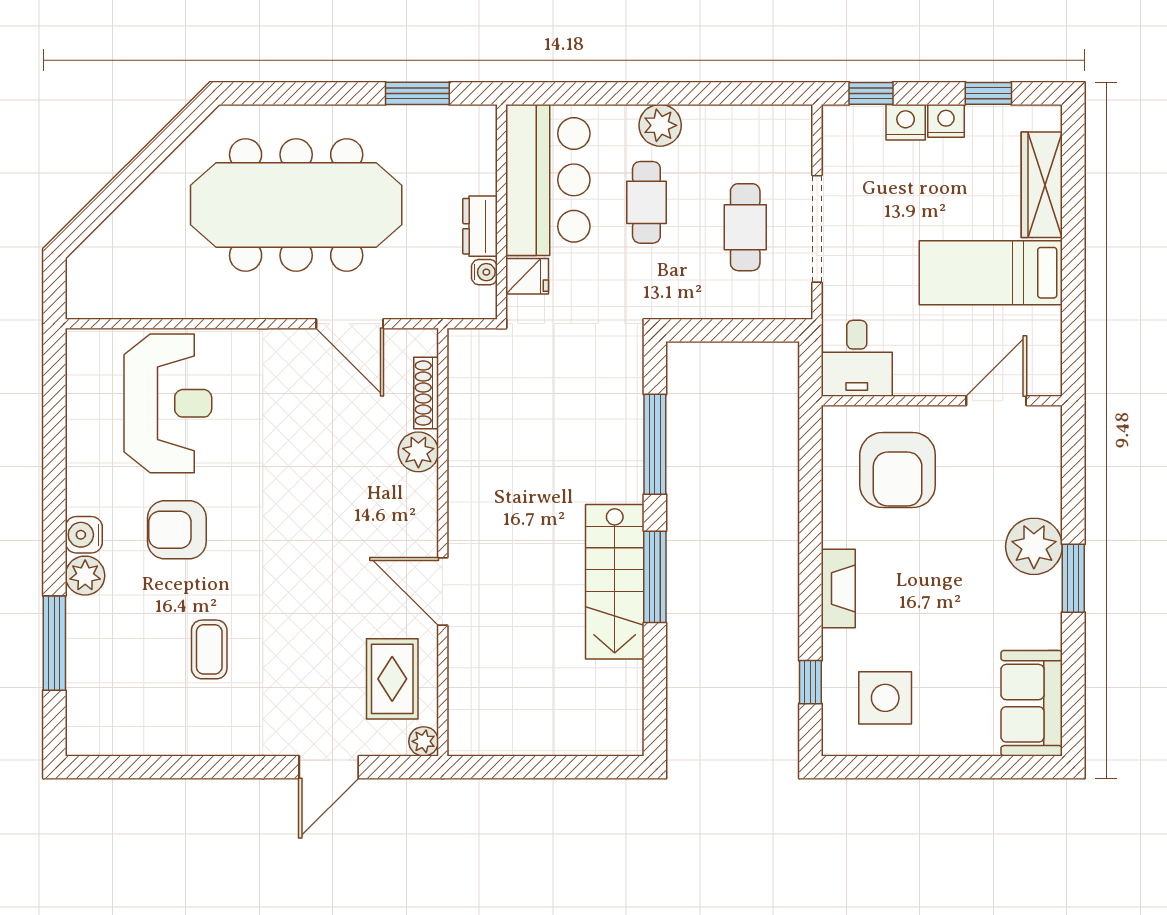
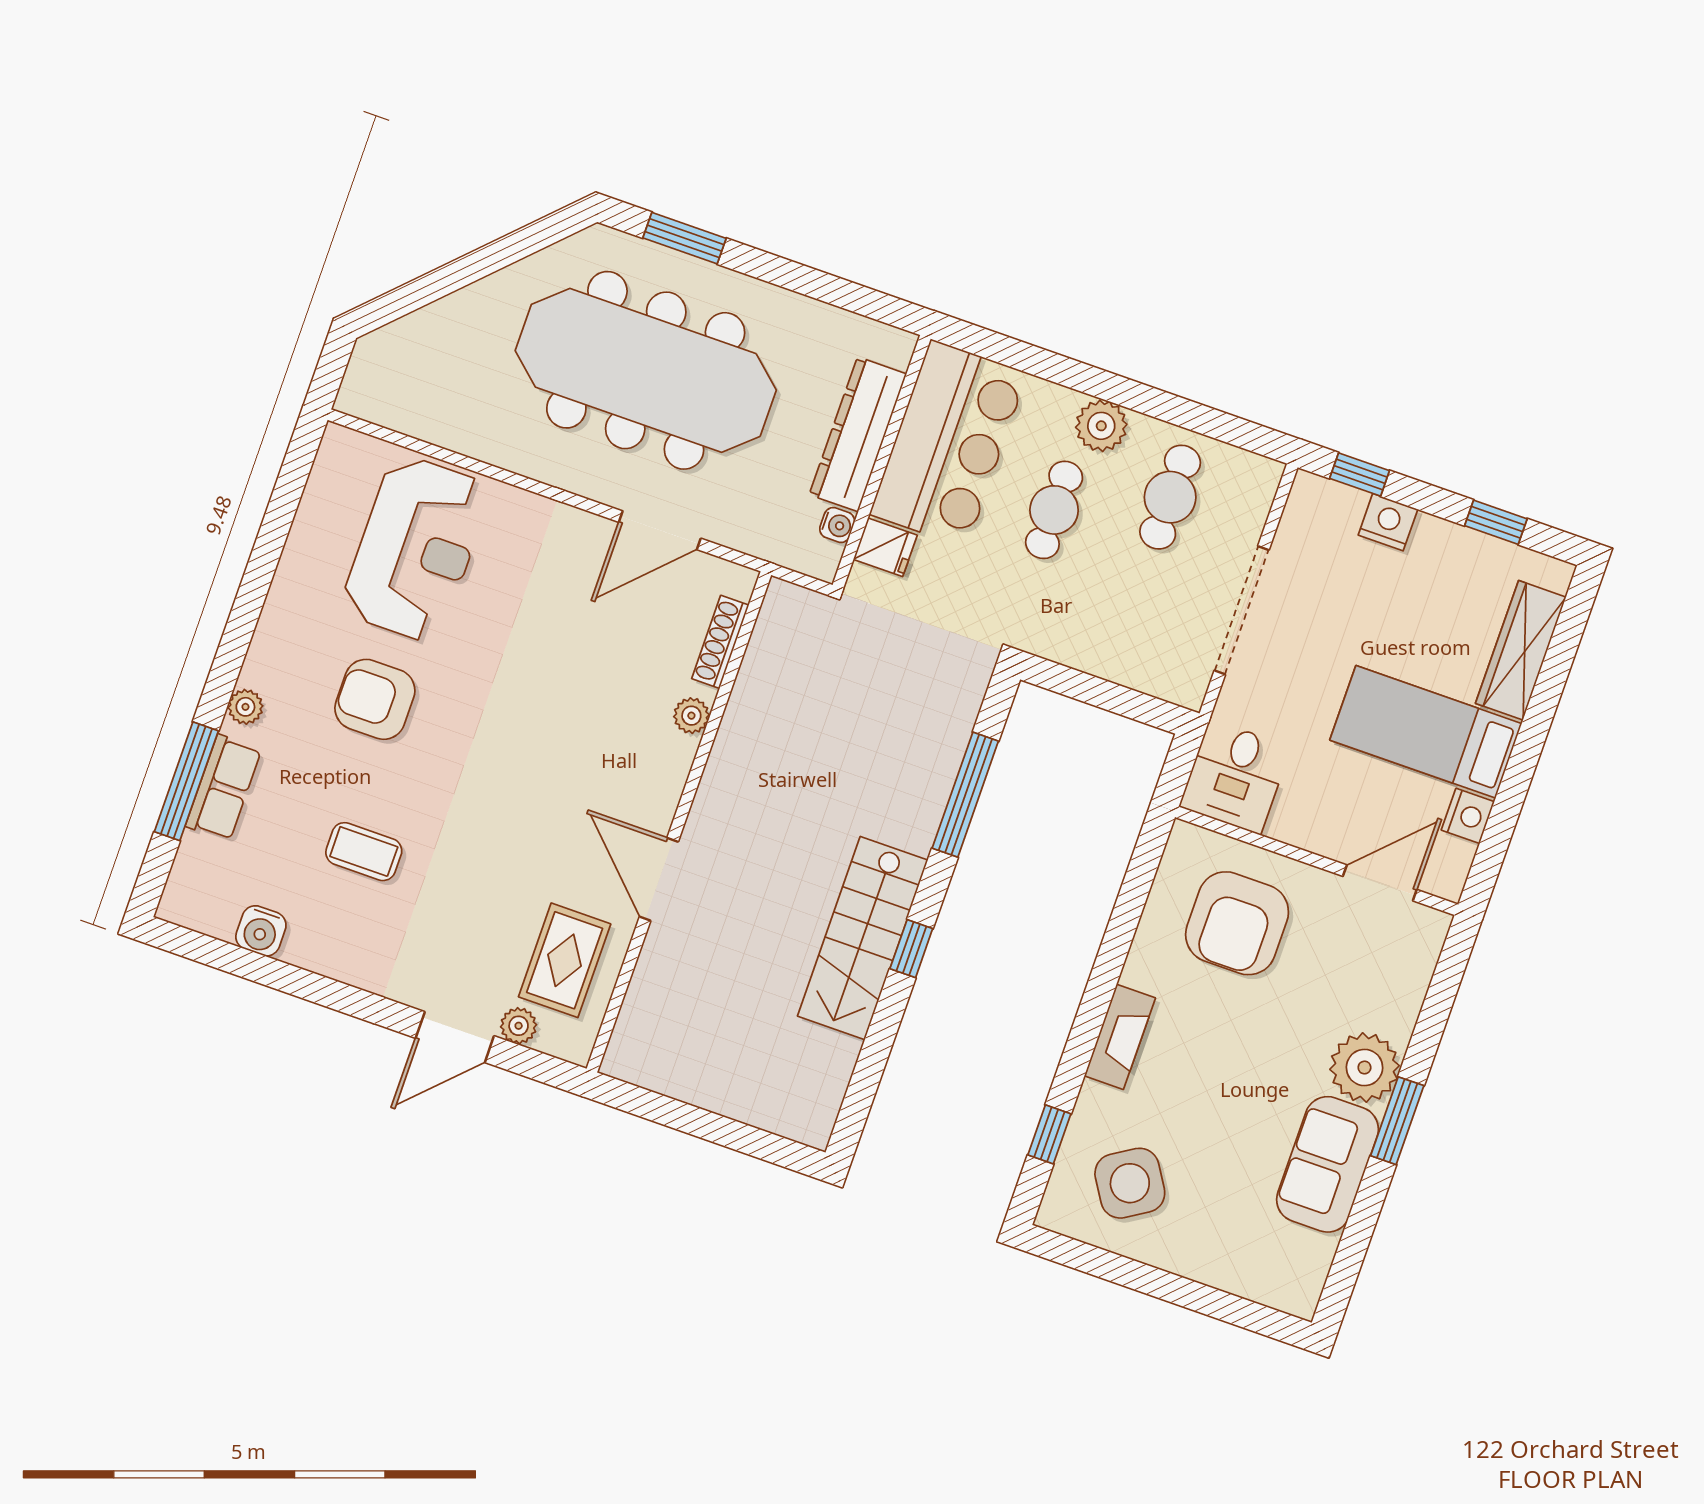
window: (417, 93) -> (685, 238), moved
nightstand: (946, 121) -> (1468, 816), moved, turned 90
dresser: (480, 226) -> (858, 434), width x1.96, depth x1.24
cafe table: (745, 227) -> (1170, 497), moved
door: (350, 324) -> (660, 530), hinge flipped
plant: (418, 452) -> (691, 716), width x0.73, depth x0.73
water cooler: (84, 535) -> (261, 931), moved, turned -90
plant: (85, 576) -> (245, 707), width x0.73, depth x0.73
window: (655, 577) -> (911, 949), width x0.46
row of seats: (85, 638) -> (223, 788), added
coffee table: (209, 649) -> (364, 852), turned 90
side table: (885, 698) -> (1130, 1183), turned -32
sofa: (1032, 703) -> (1328, 1164), moved
plant: (424, 741) -> (519, 1026), moved

